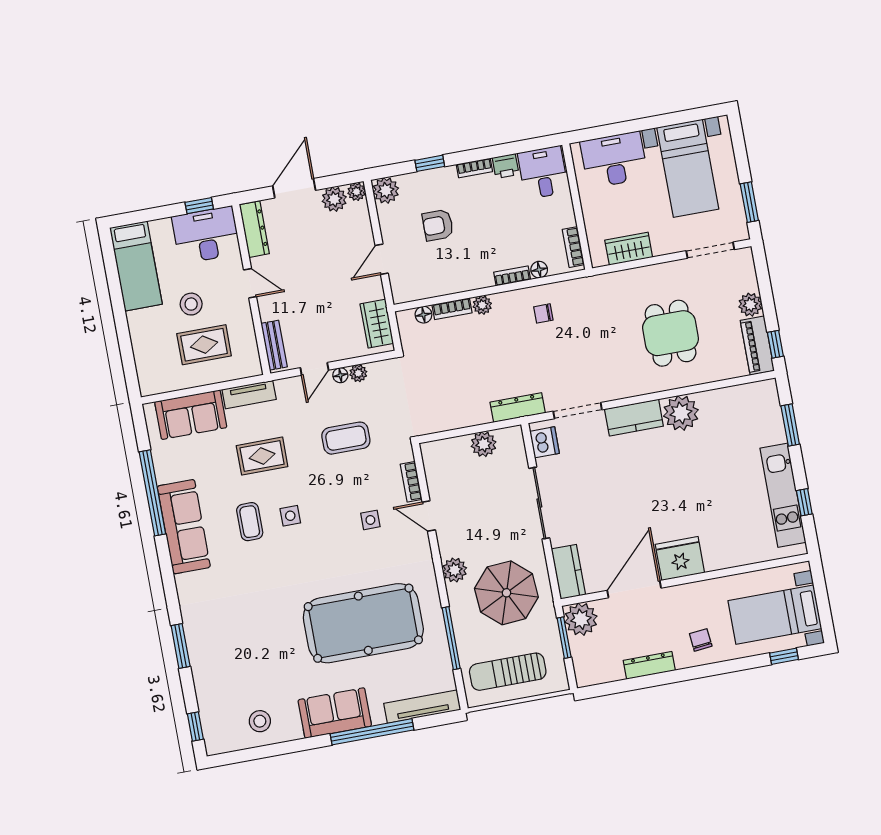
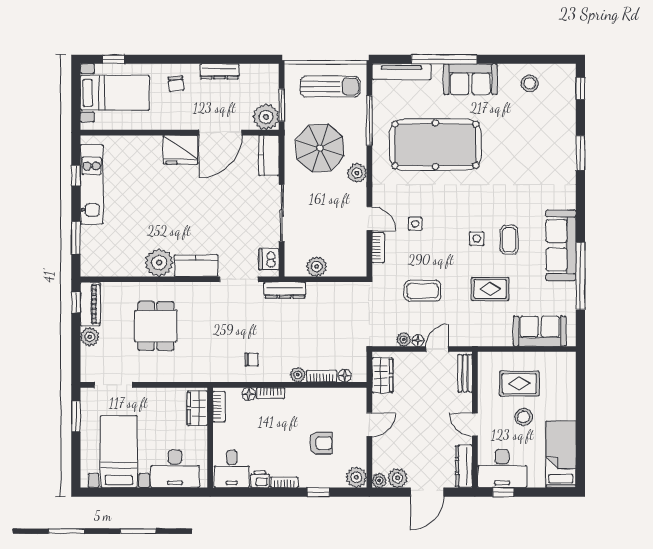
wardrobe: (629, 249) -> (197, 408), moved, turned 90
tv unit: (249, 394) -> (491, 339), removed

